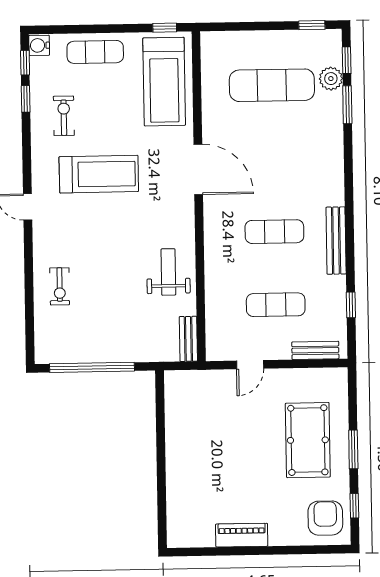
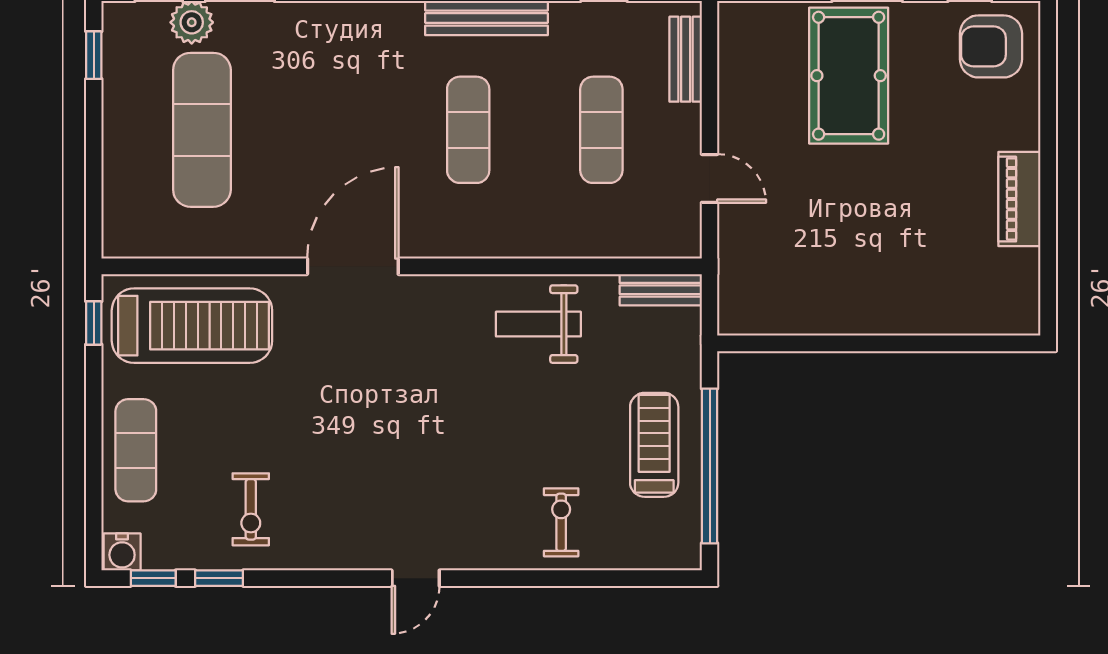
exercise bike: (64, 116) -> (251, 509), turned -90
treadmill: (99, 174) -> (654, 445), moved, width x0.73, depth x0.73
exercise bike: (60, 286) -> (561, 522), turned -90
pool table: (308, 440) -> (849, 76), turned 90

